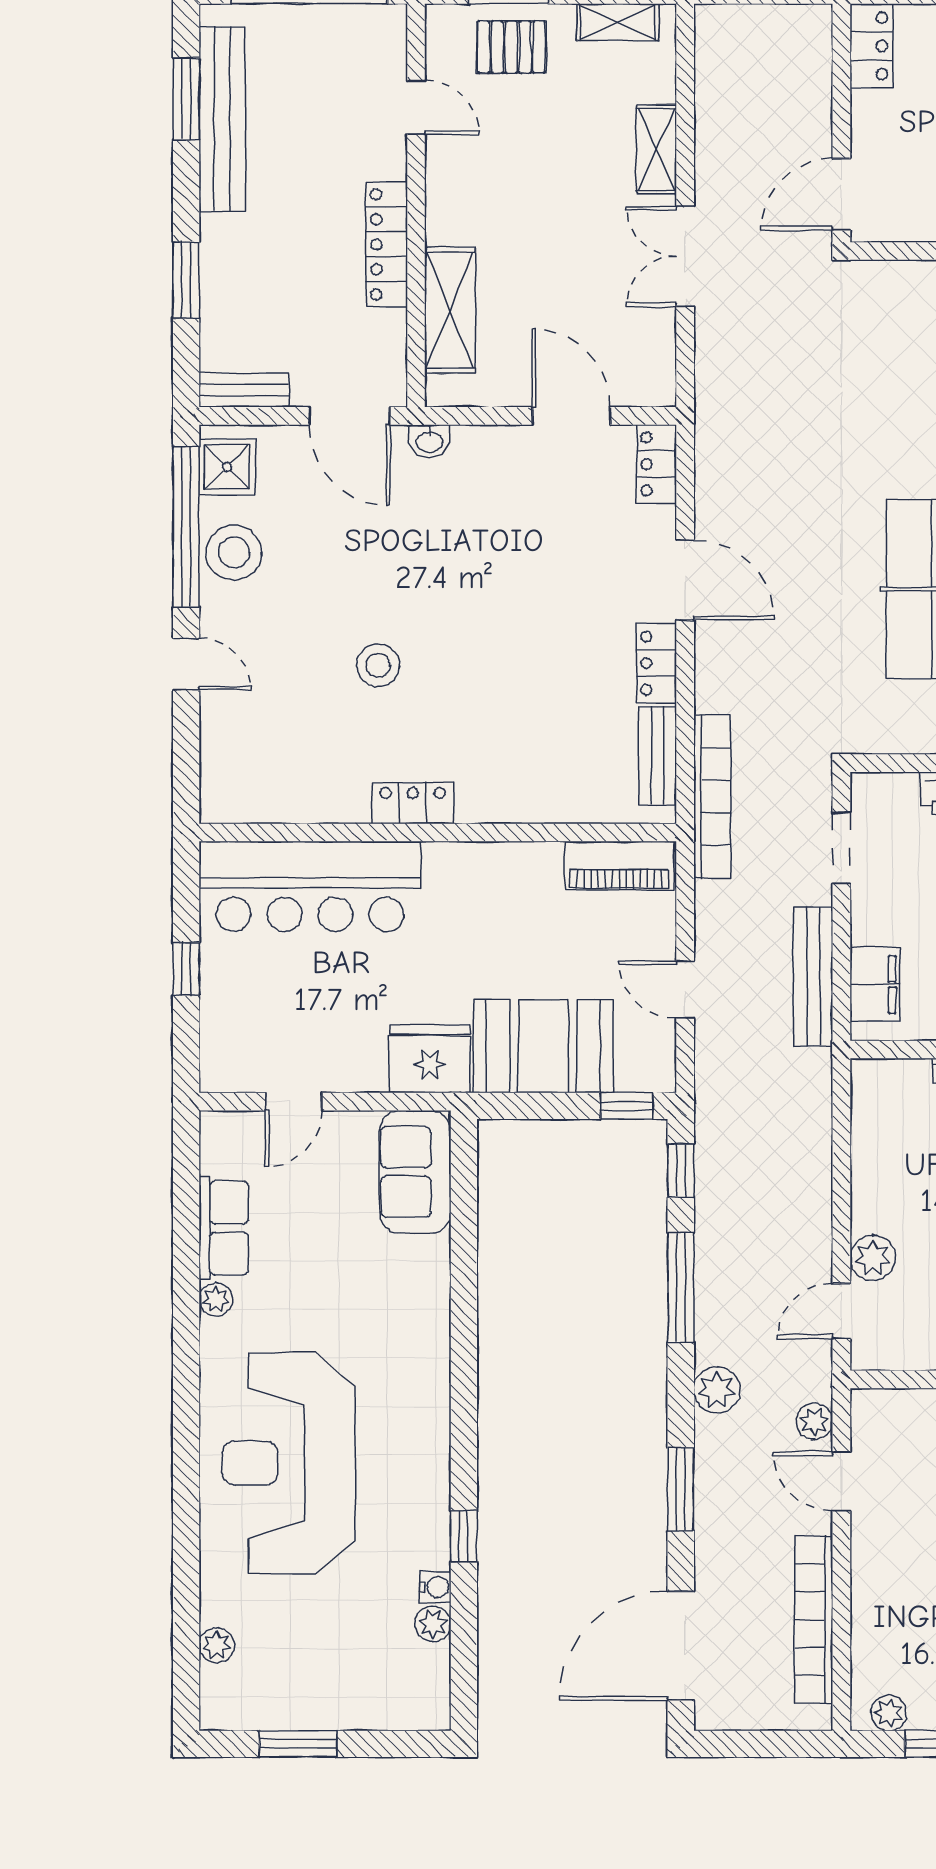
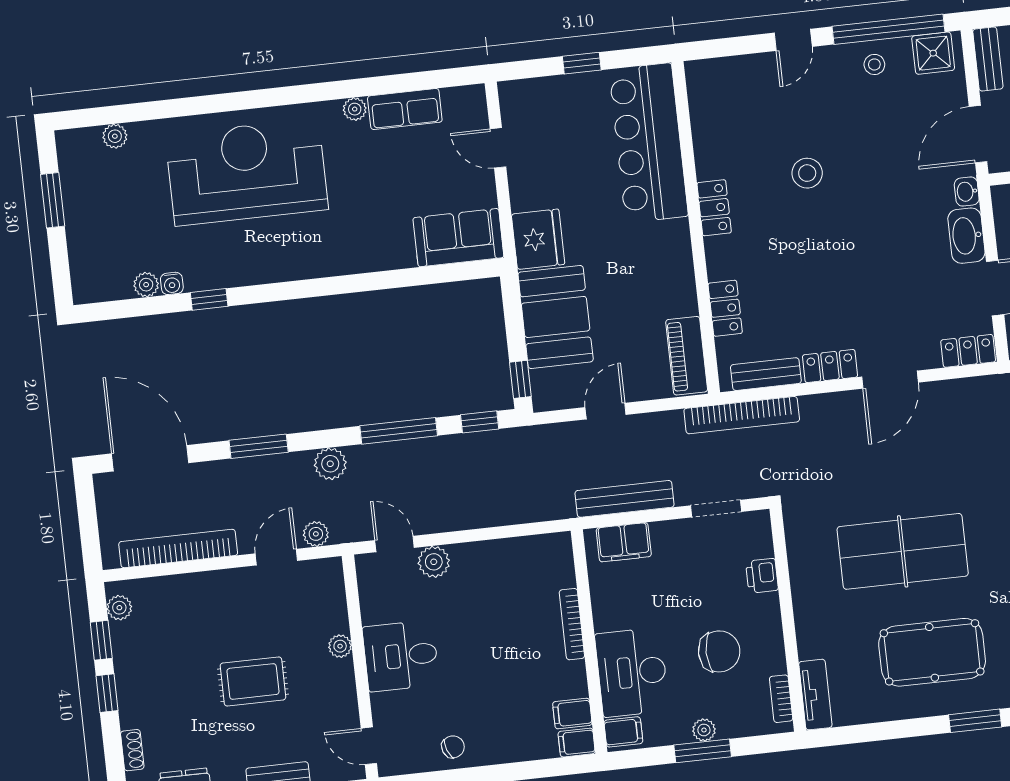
washbasin: (492, 448) -> (966, 236), added
stool: (234, 553) -> (874, 64), width x0.53, depth x0.53
locker: (558, 803) -> (725, 308), added

